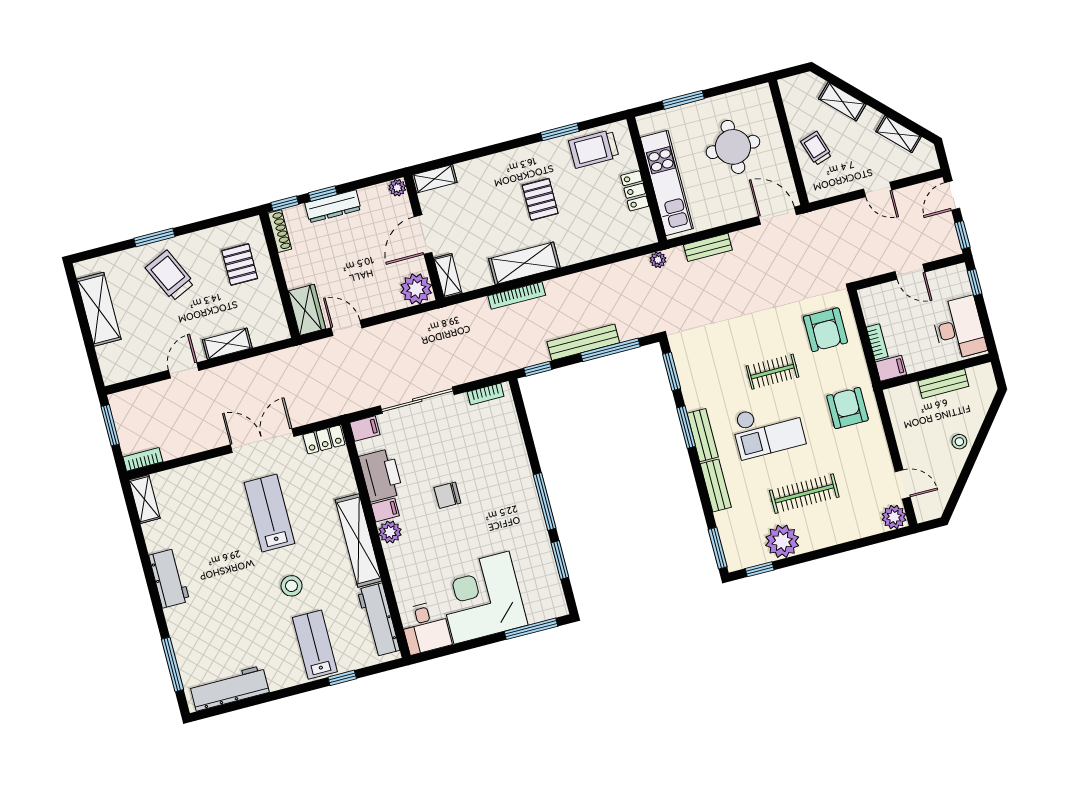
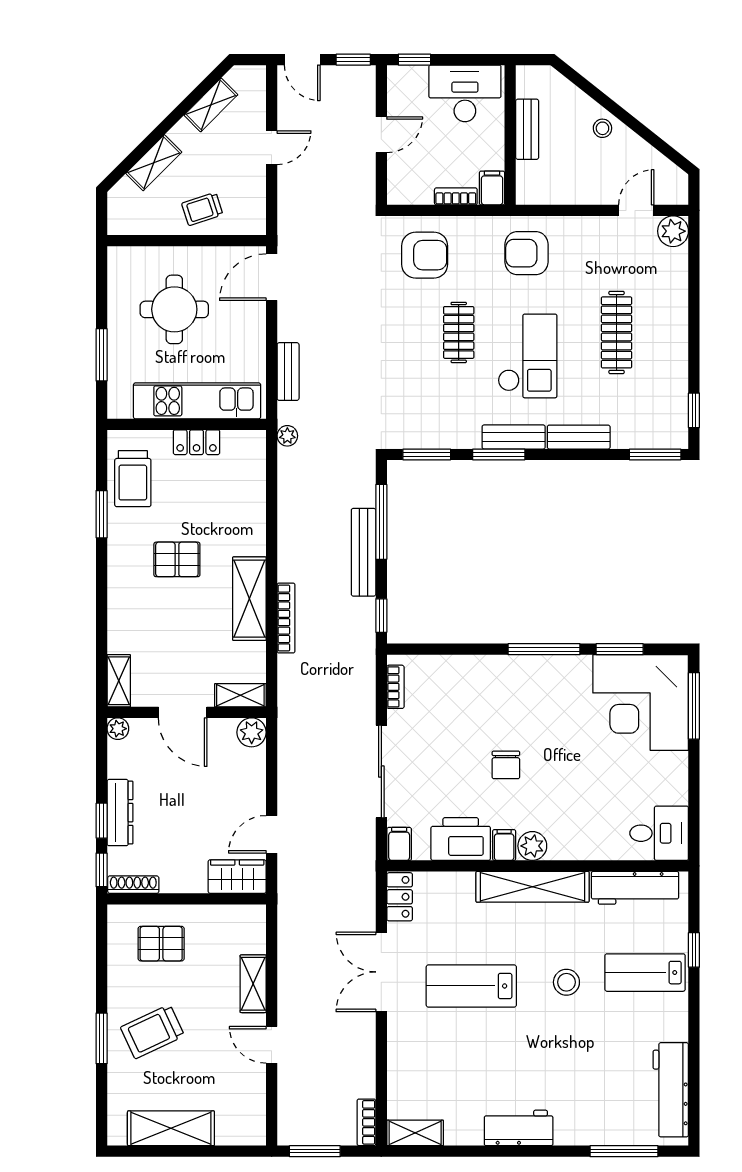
plant: (416, 289) -> (252, 732), width x0.73, depth x0.73
plant: (782, 541) -> (667, 374), removed
corner desk: (481, 598) -> (641, 703), moved

